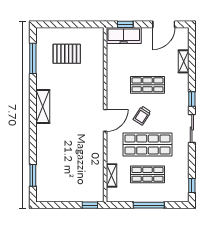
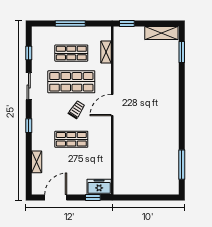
freezer: (124, 35) -> (99, 187), width x0.71
pallet: (67, 54) -> (149, 169), removed
shelving: (43, 107) -> (161, 33), moved, turned 90
sliding door: (192, 129) -> (29, 86), moved
window: (192, 186) -> (29, 53), moved

